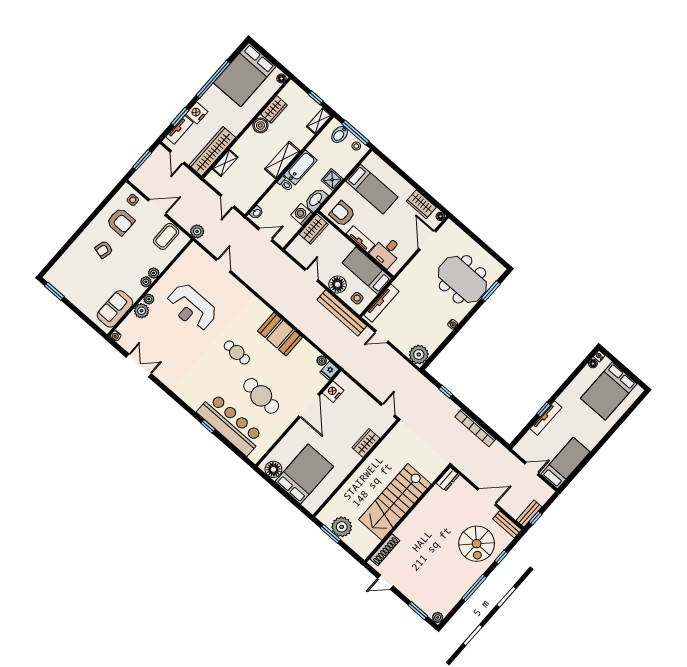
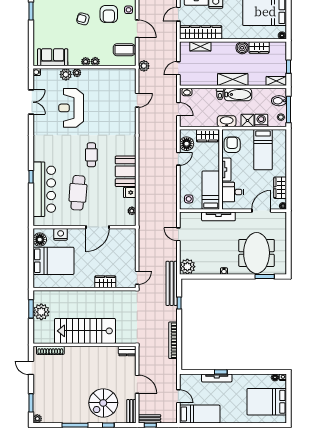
washing machine: (302, 214) -> (261, 120), moved
floor lamp: (338, 284) -> (187, 144), moved
tv unit: (381, 303) -> (218, 216), moved
reception desk: (191, 308) -> (71, 108), moved
bench: (342, 313) -> (172, 283), moved
fridge: (329, 371) -> (130, 193), moved
nightstand: (333, 392) -> (61, 234), moved

